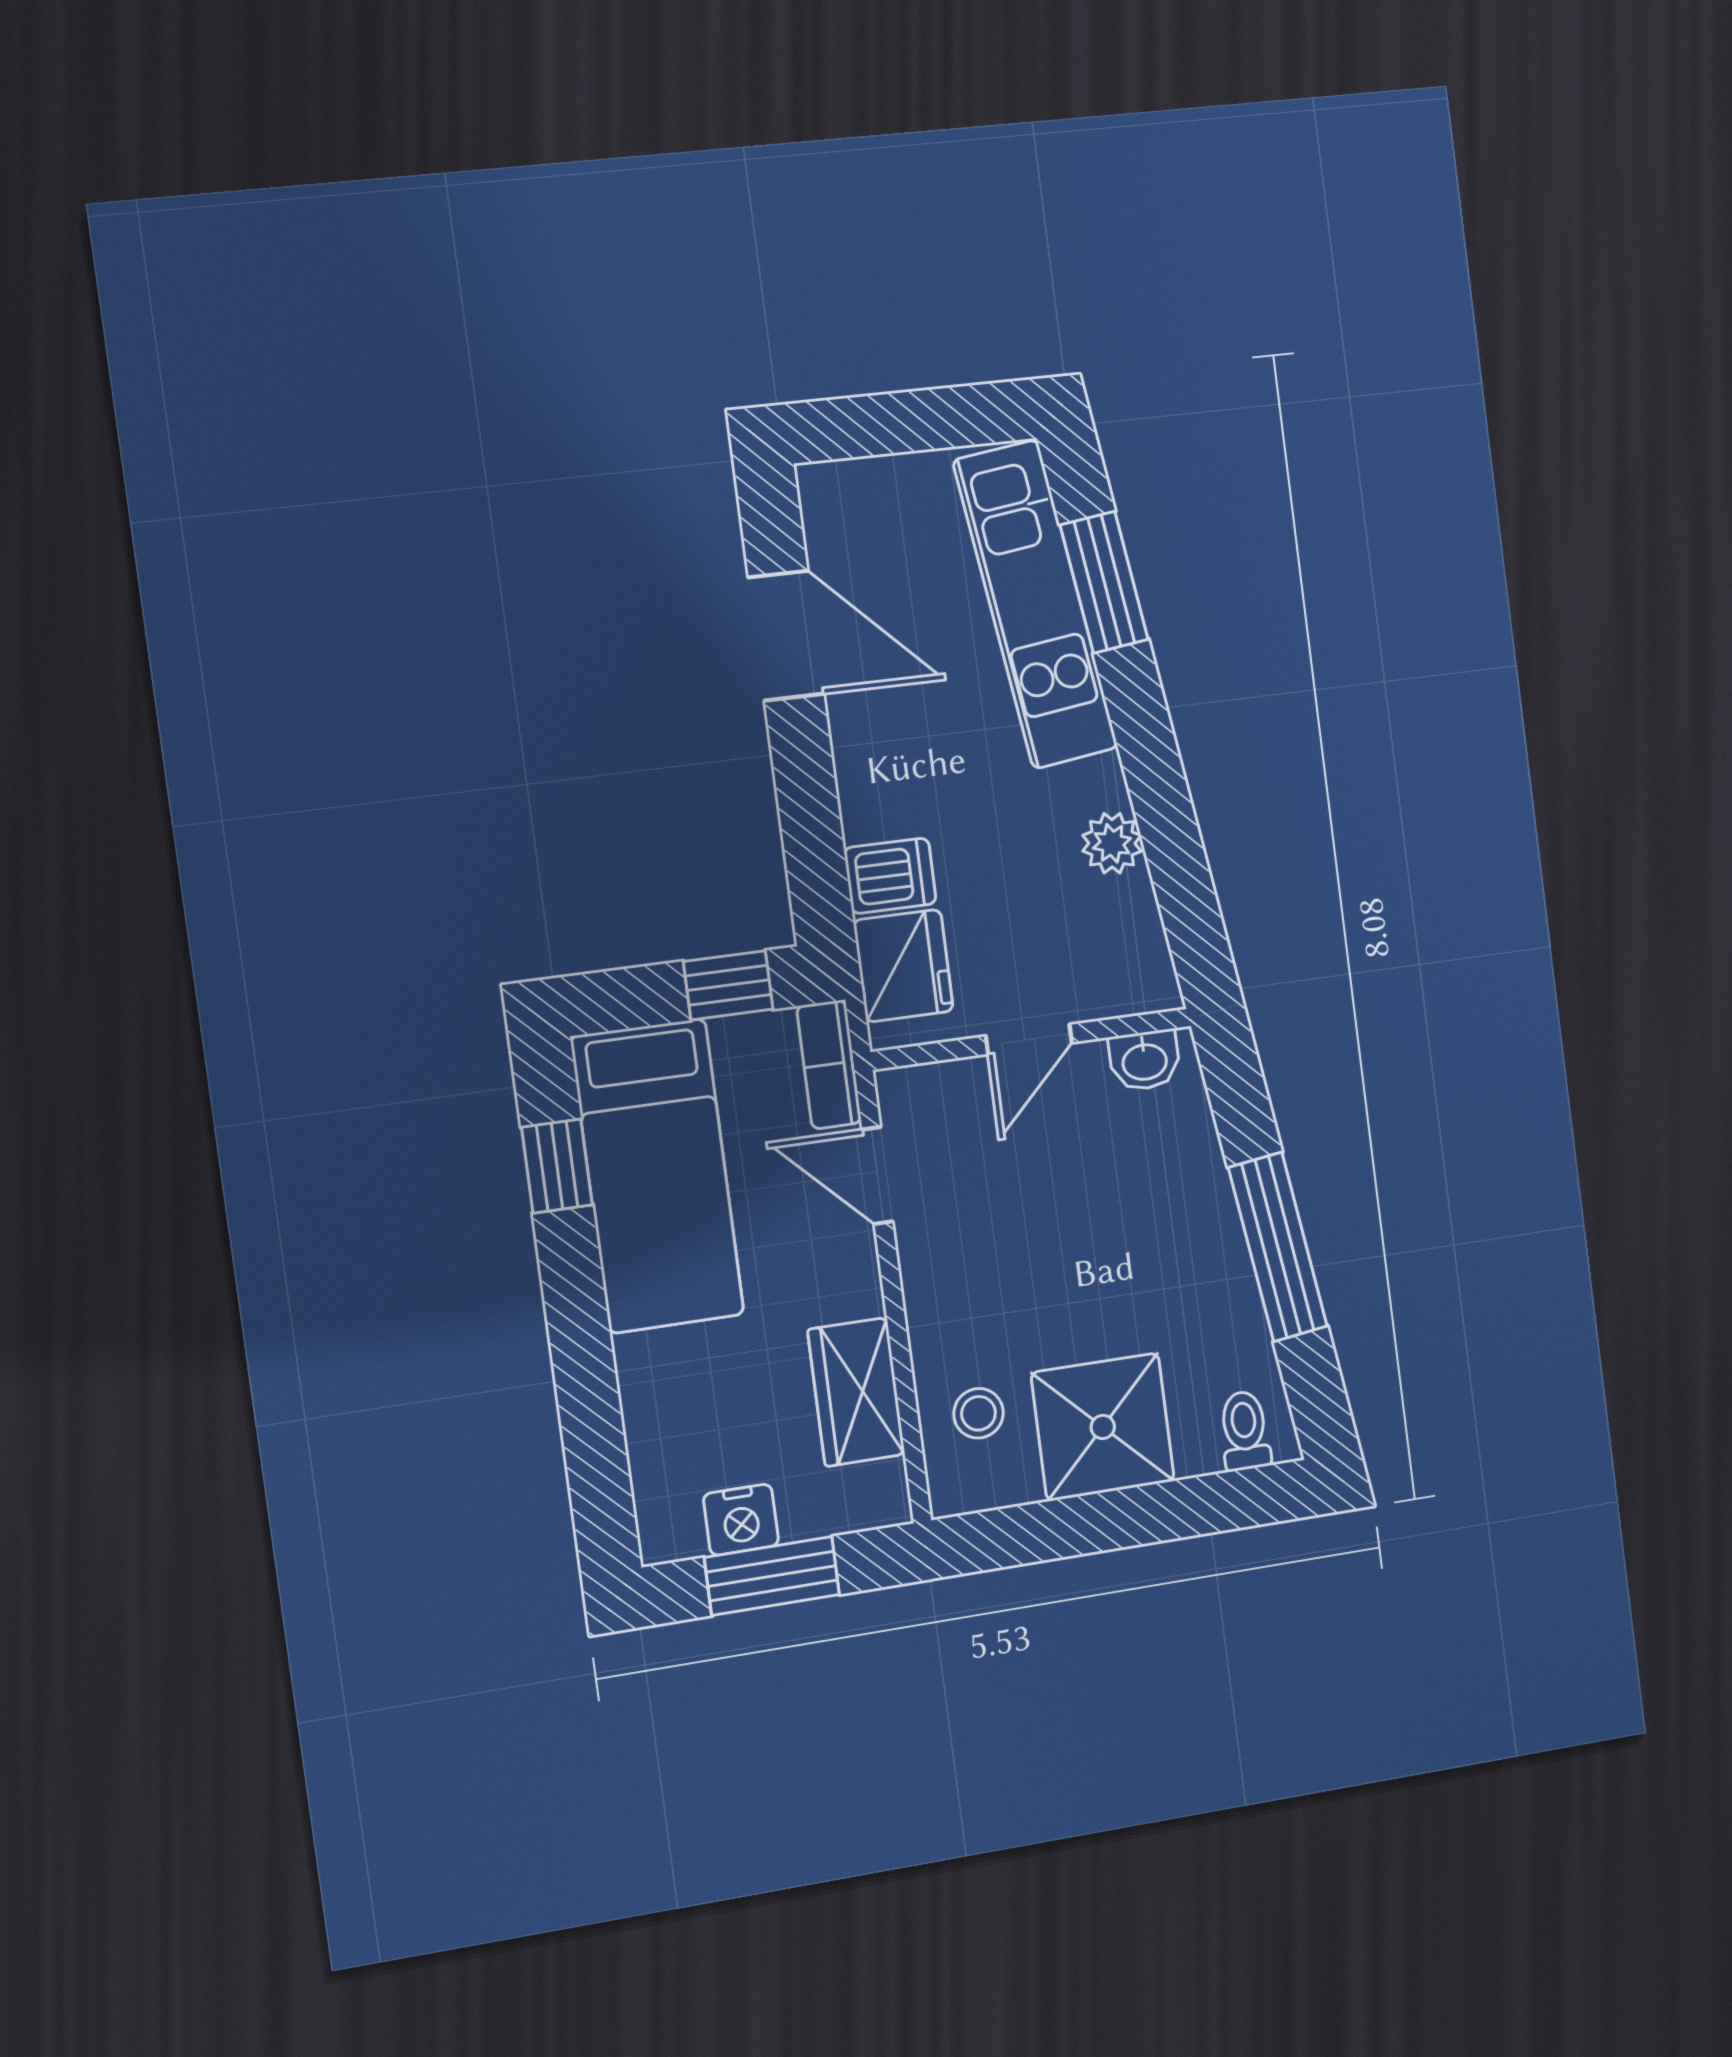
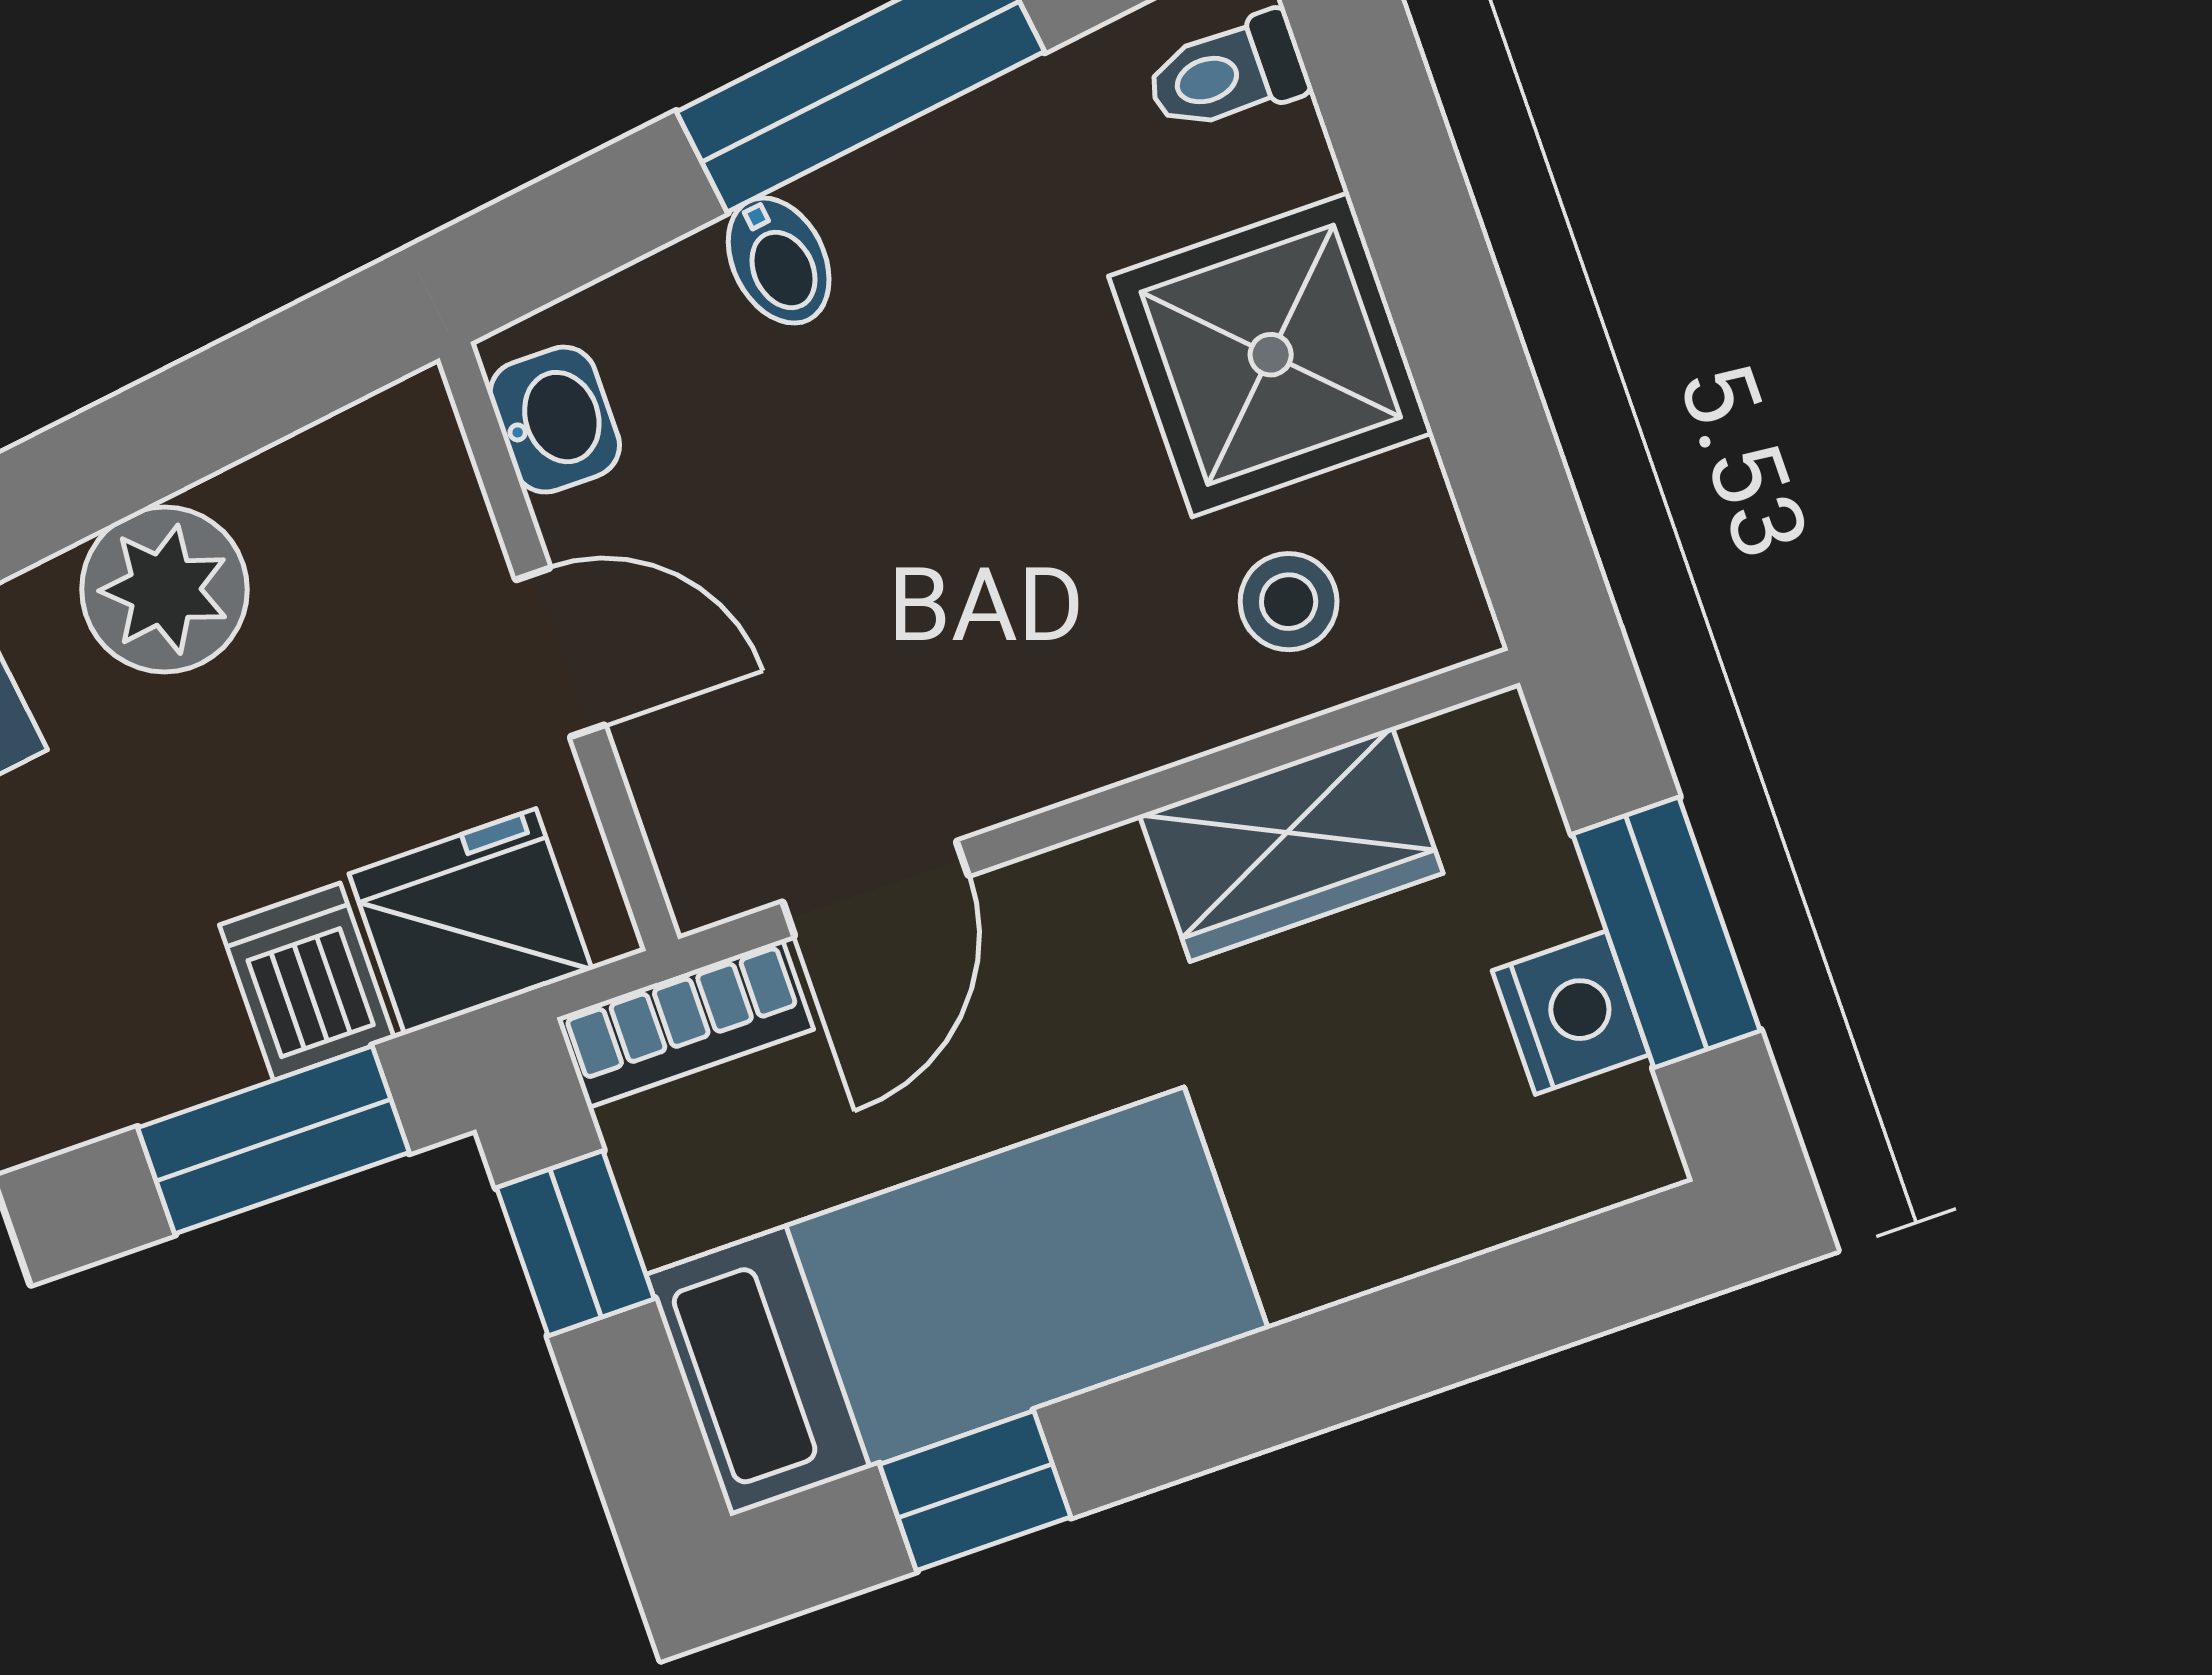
window: (813, 841) -> (274, 1140), added
plant: (1112, 843) -> (164, 589), width x1.38, depth x1.38
bidet: (1199, 1189) -> (779, 261), added

